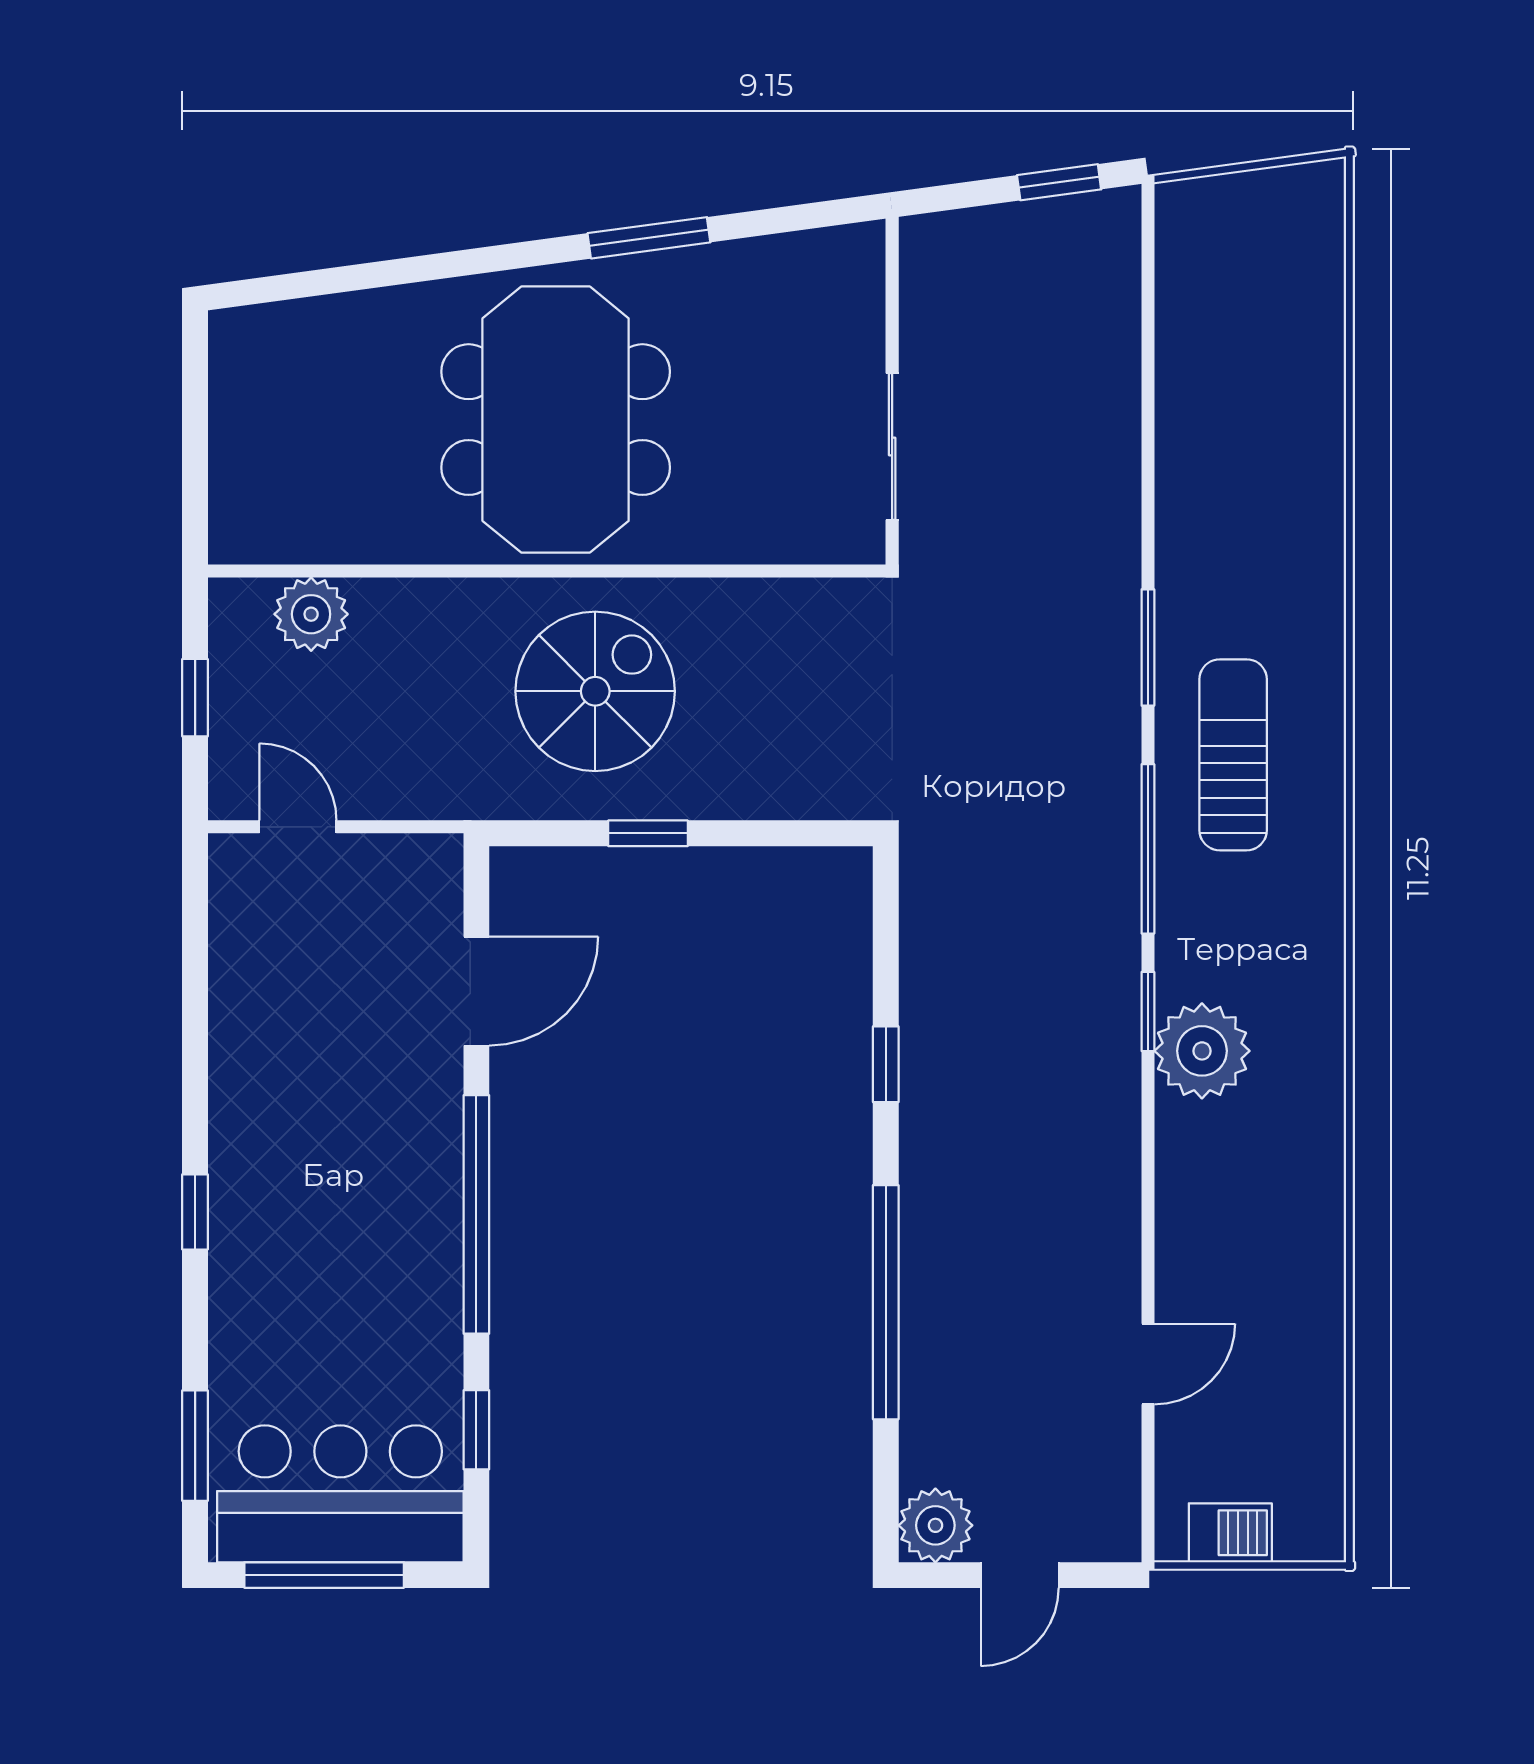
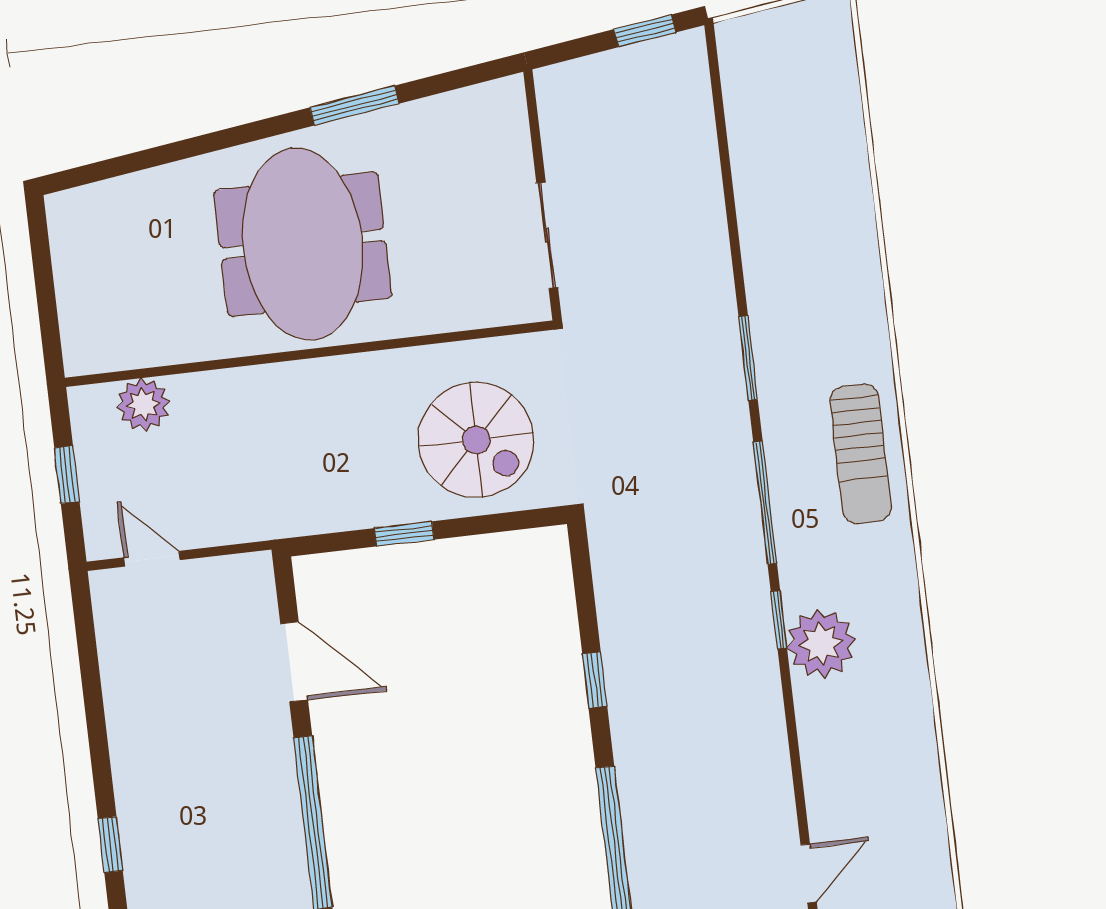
spiral stairs: (595, 691) -> (476, 440), moved, turned 90
sun lounger: (1233, 755) -> (861, 454), moved, turned 180
door: (476, 991) -> (294, 662), hinge flipped

